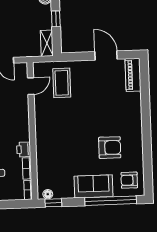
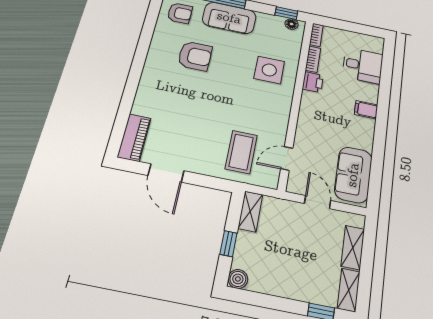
armchair: (110, 148) -> (195, 56), turned 180
side table: (56, 151) -> (269, 70), added

